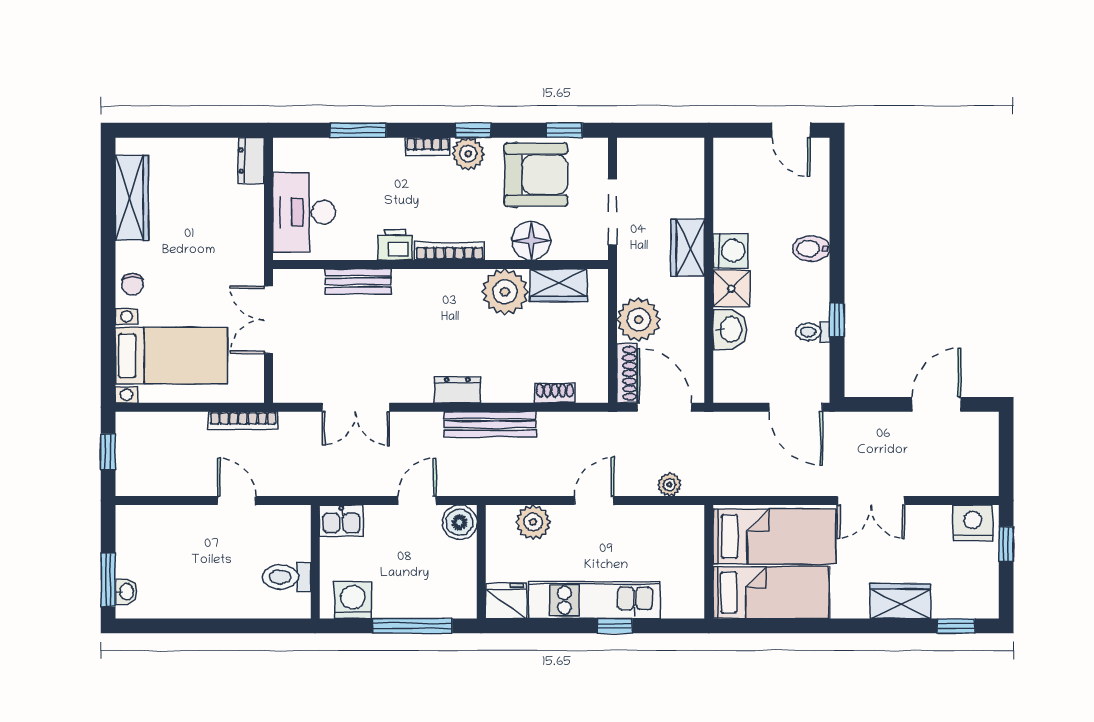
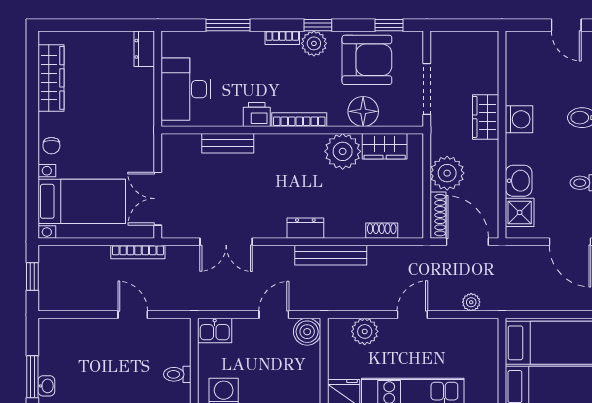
shower: (731, 289) -> (520, 212), moved
double door: (268, 320) -> (158, 199), moved
toilet: (287, 577) -> (177, 374), width x0.73, depth x0.72

